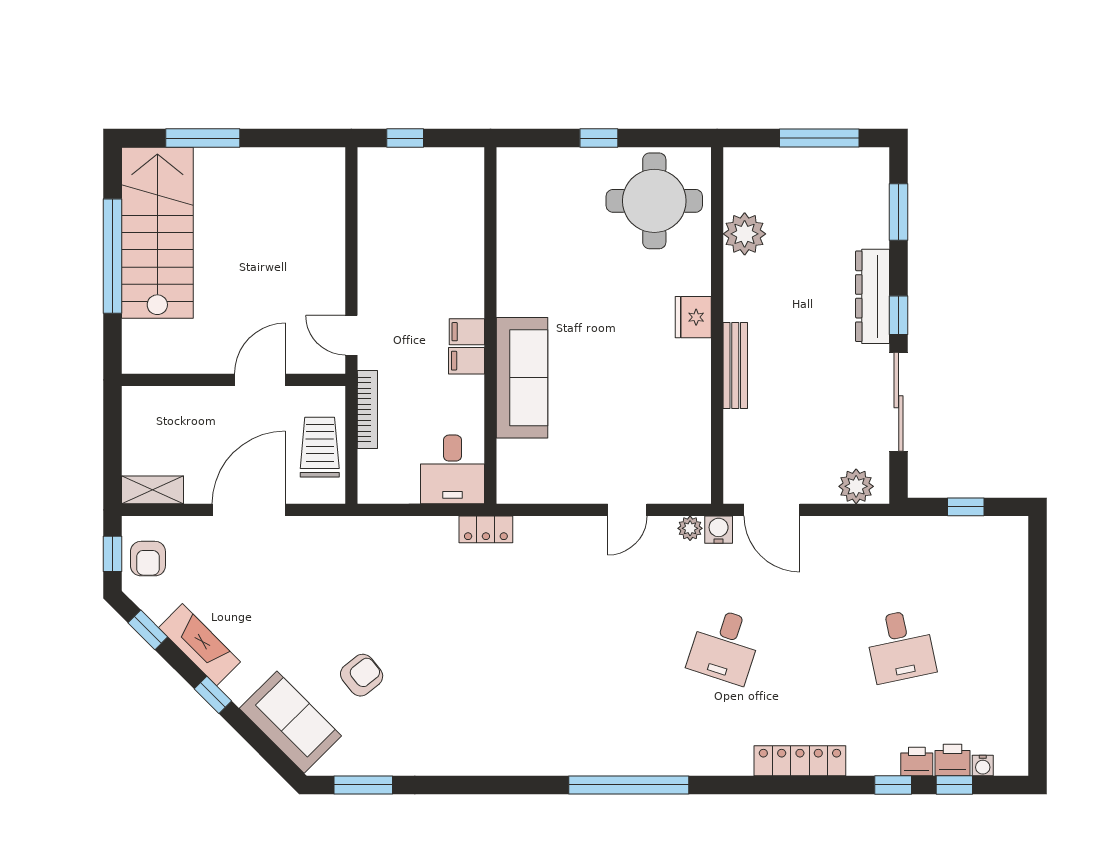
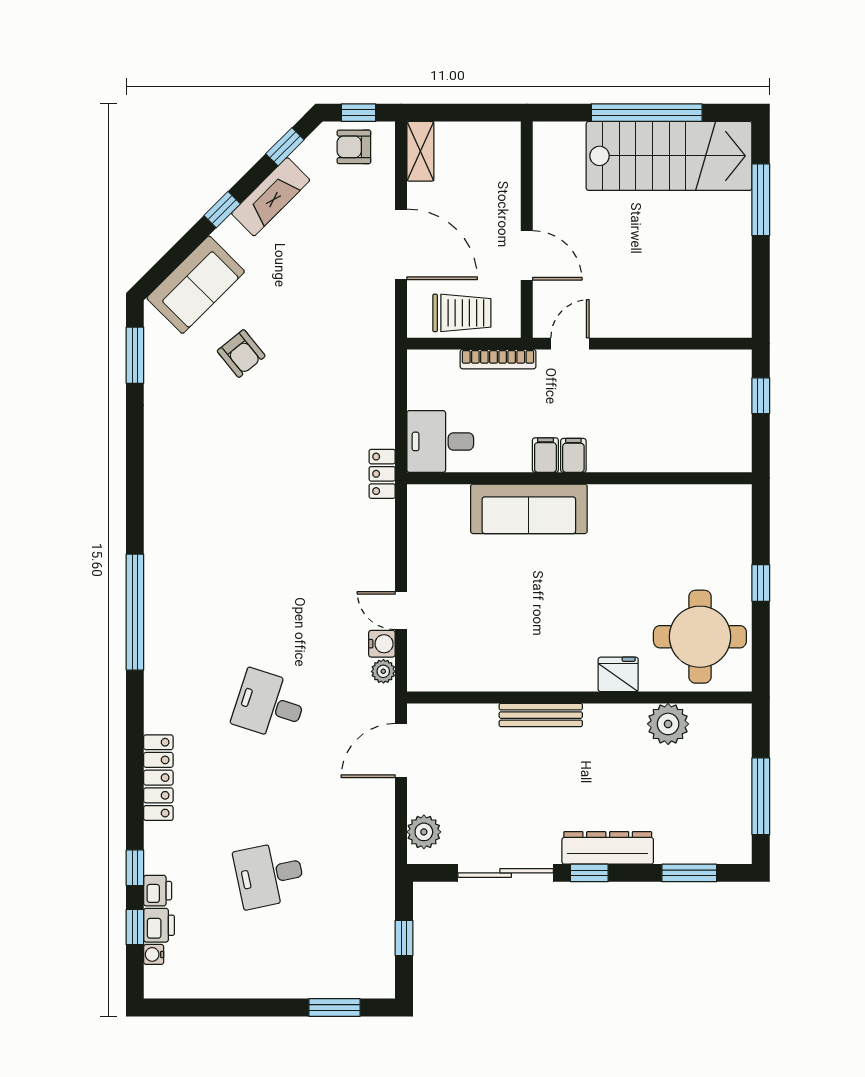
fridge: (693, 317) -> (618, 674), moved
water cooler: (719, 530) -> (382, 644), moved
window: (1038, 579) -> (334, 1007), added

